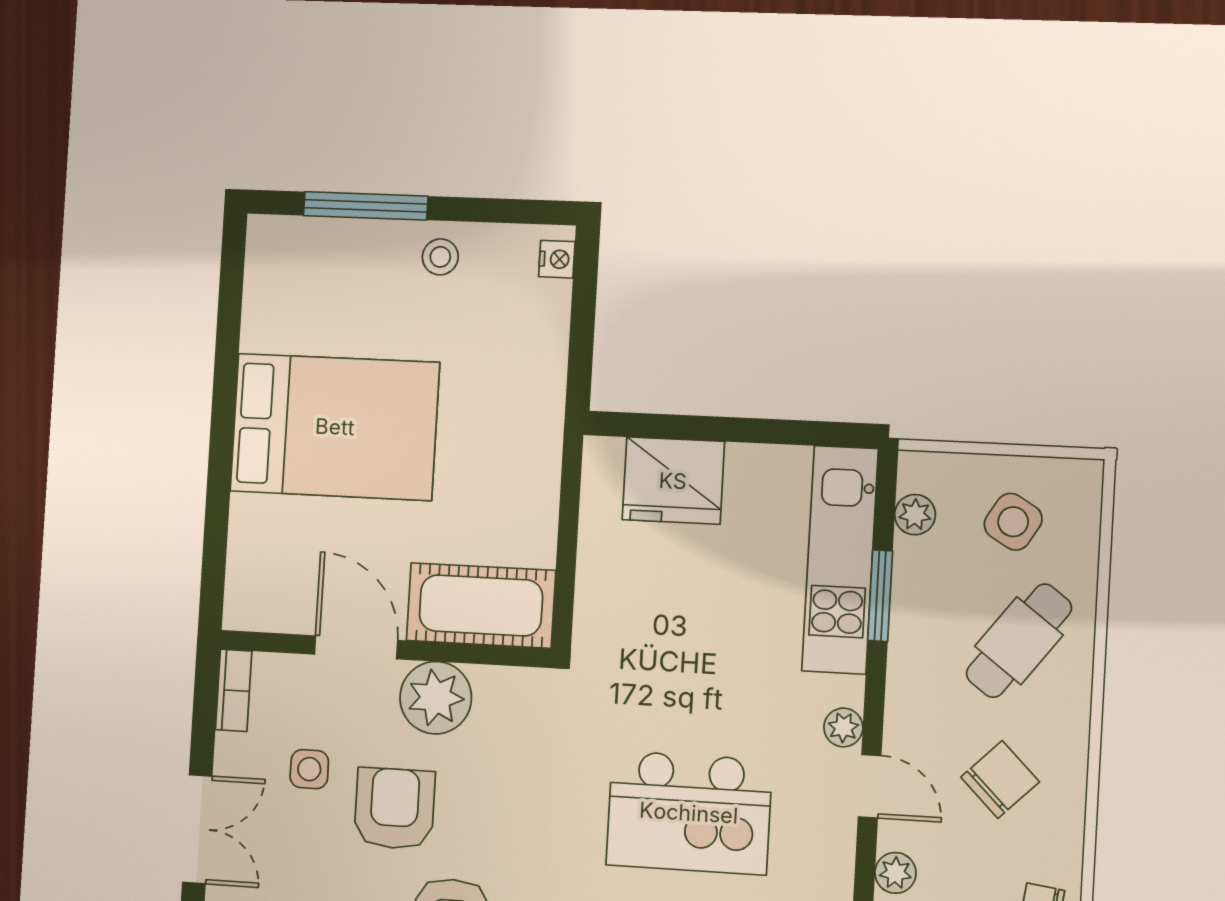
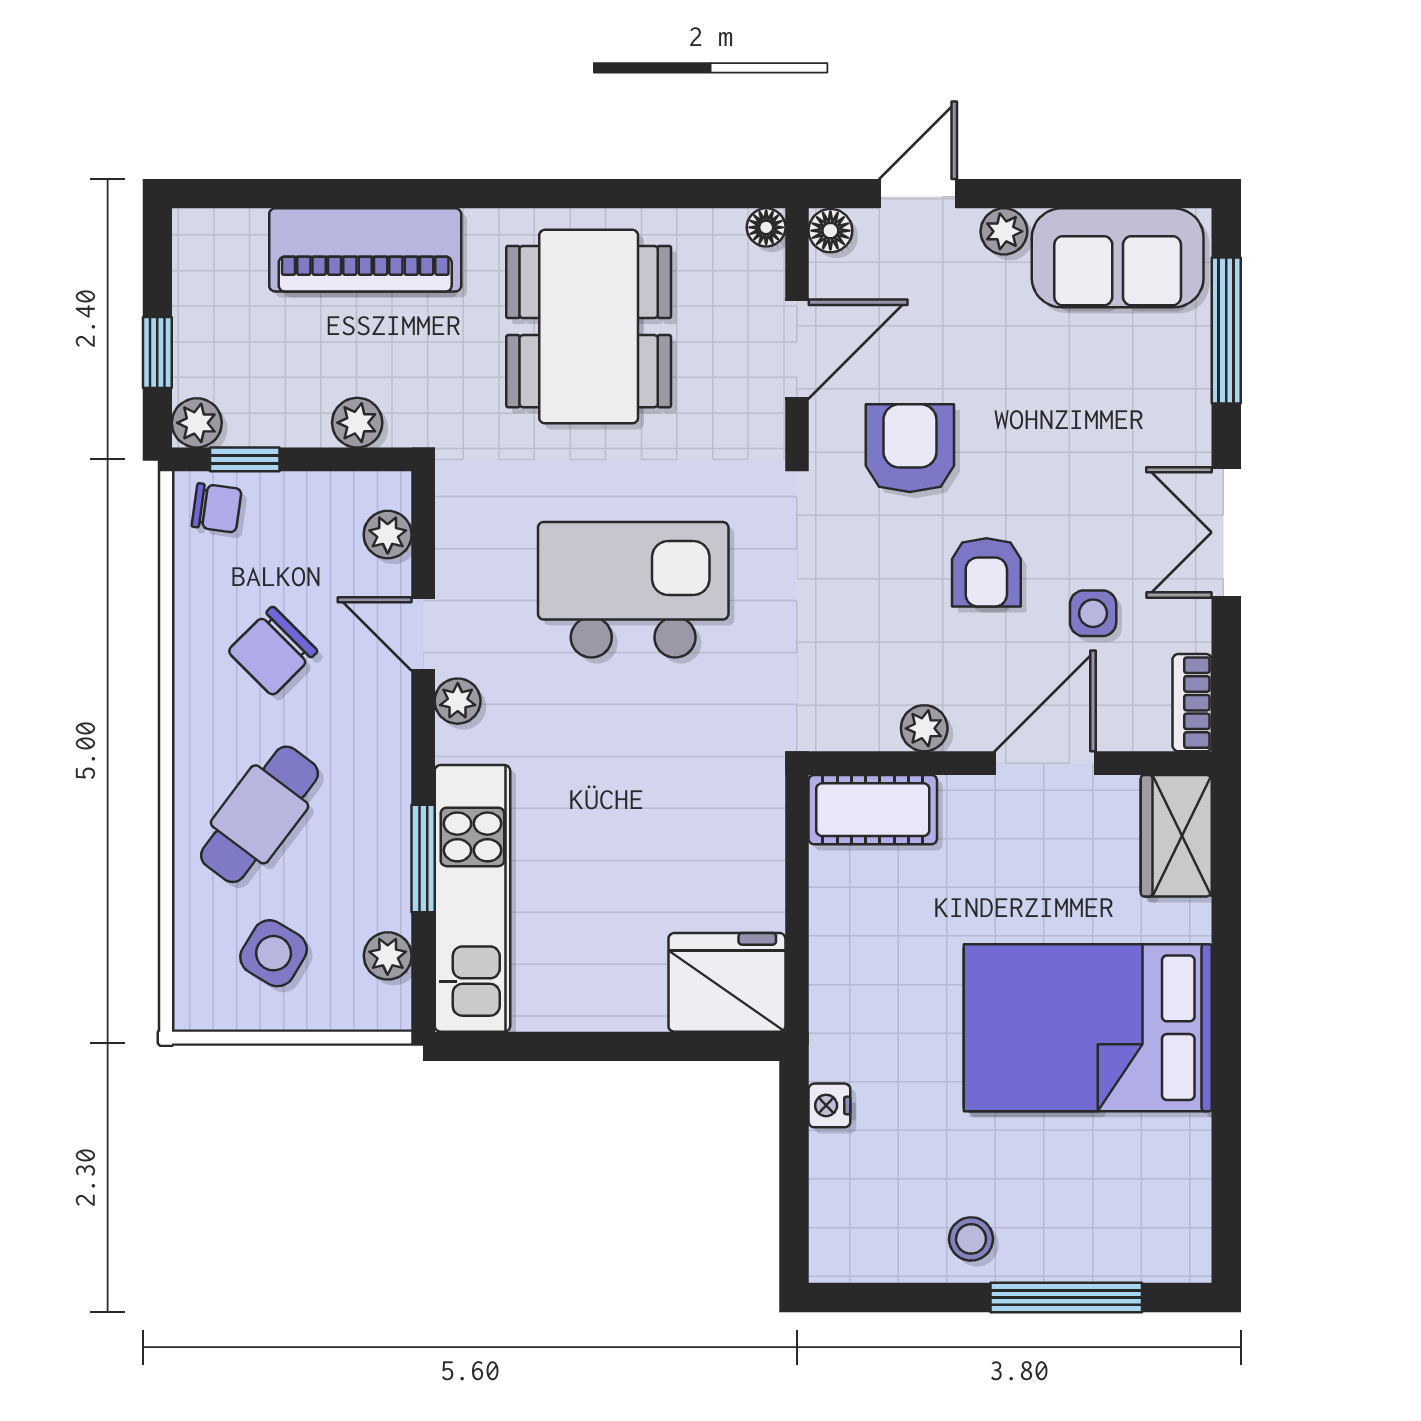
nightstand: (557, 259) -> (829, 1105), moved
fridge: (673, 481) -> (727, 982), moved
wardrobe: (253, 581) -> (1176, 836), added
cot: (481, 605) -> (873, 810), width x0.73, depth x0.75
door: (356, 647) -> (1045, 763), swing flipped
plant: (436, 698) -> (924, 728), width x0.53, depth x0.53
armchair: (394, 809) -> (986, 572), width x0.72, depth x0.72

